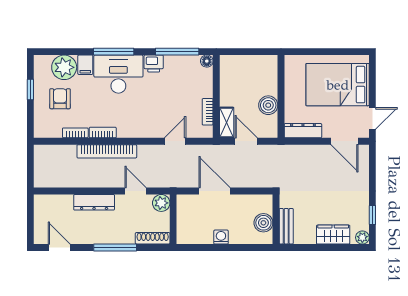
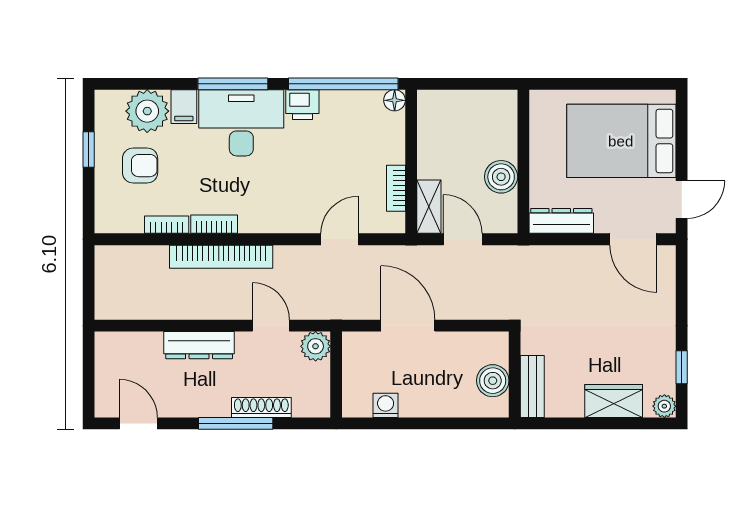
window: (177, 52) -> (343, 84), width x1.46
armchair: (60, 99) -> (140, 166), turned 90
washing machine: (221, 237) -> (386, 405), moved
shoe rack: (153, 238) -> (261, 408), moved

